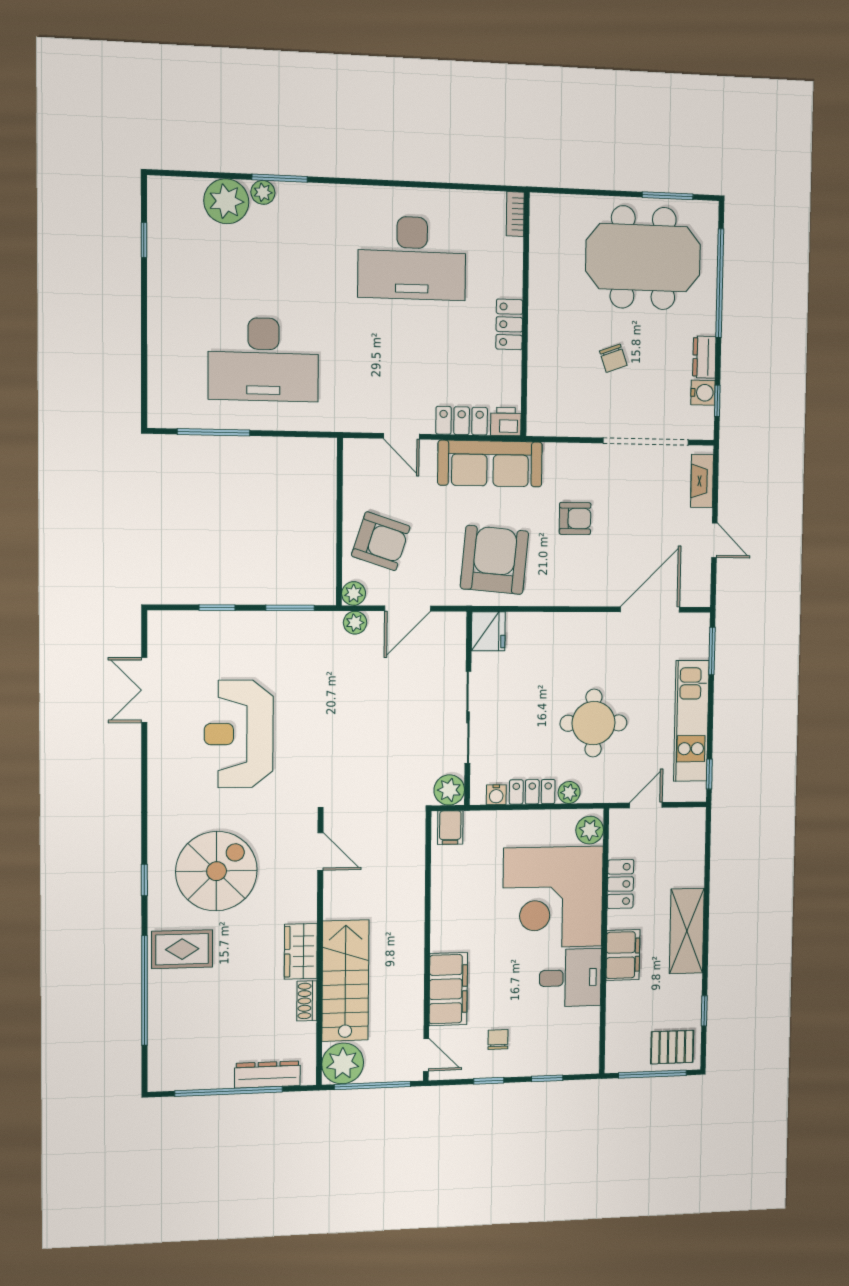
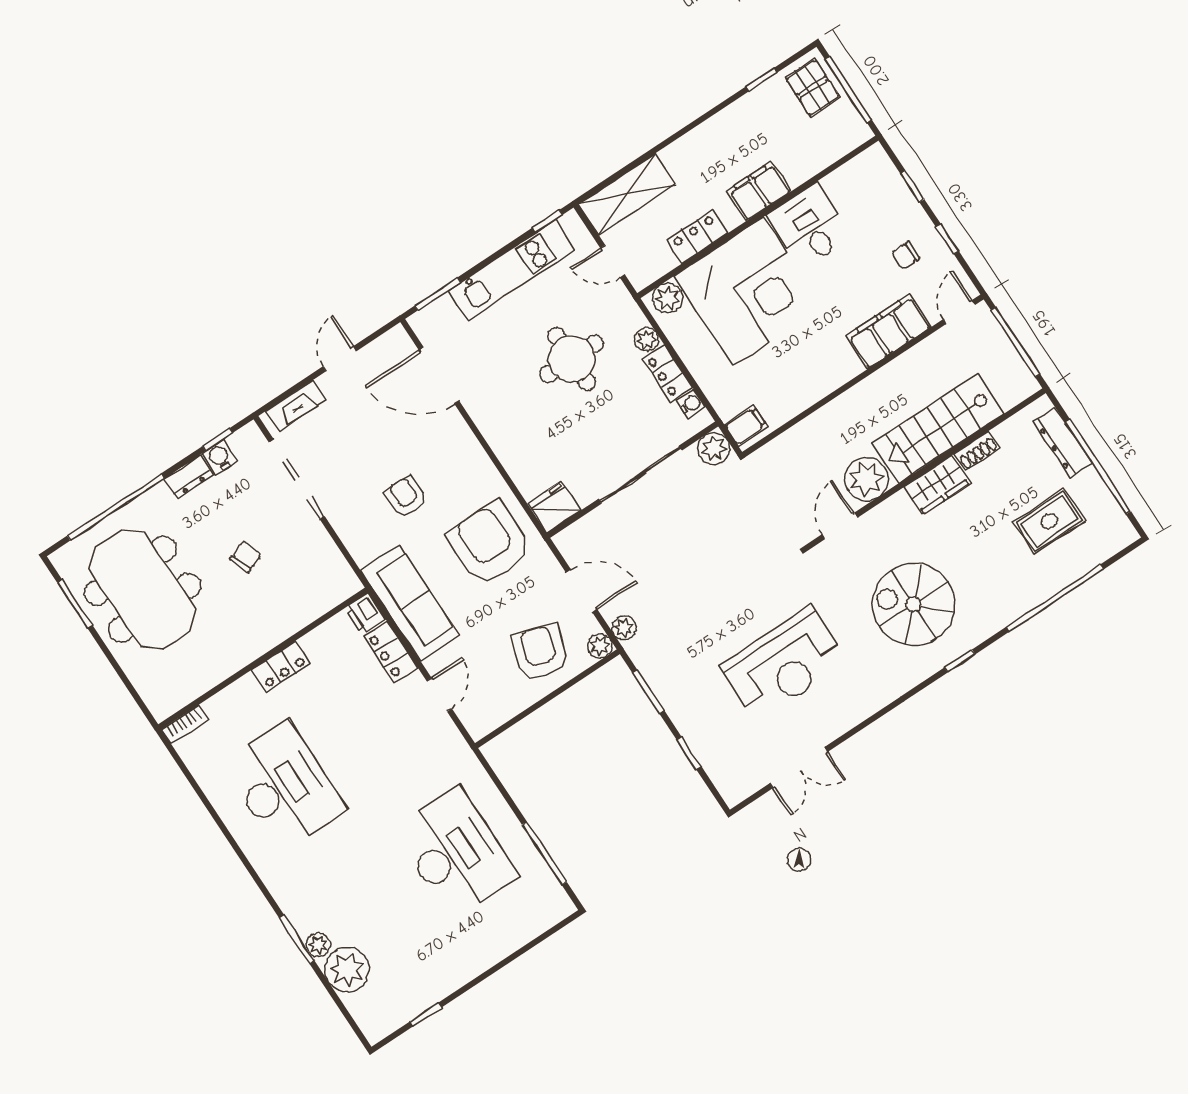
armchair: (494, 560) -> (489, 543), turned 85
shelving: (687, 931) -> (627, 194), moved
rug: (182, 949) -> (1049, 521), moved, turned 90
plant: (343, 1063) -> (866, 479), moved

